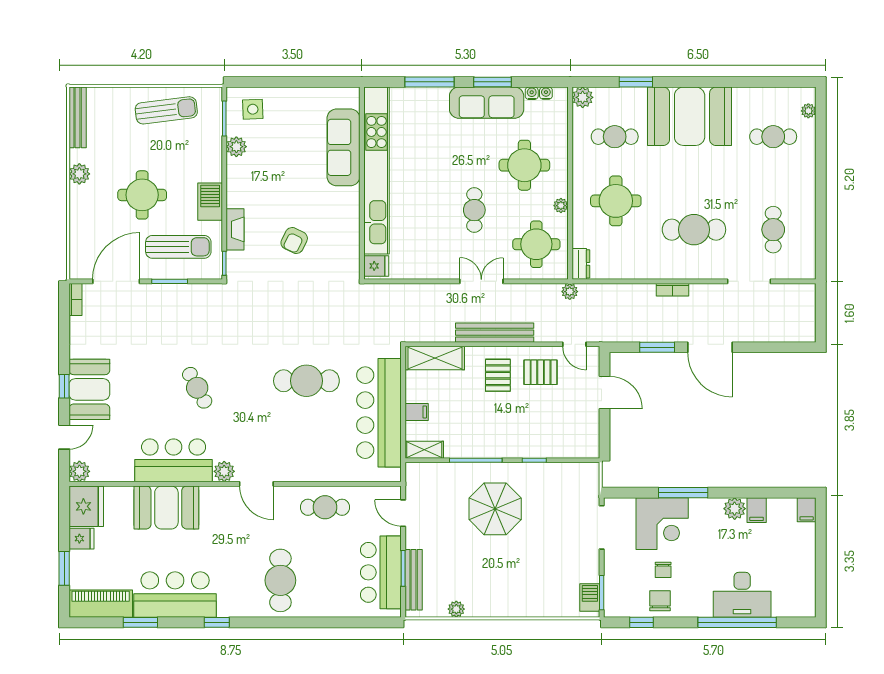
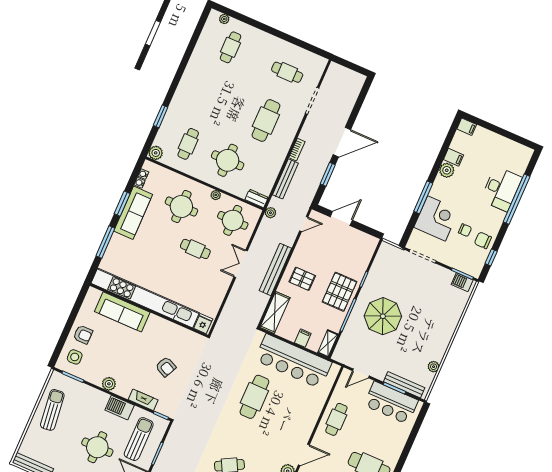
armchair: (288, 107) -> (83, 335), added
booth: (690, 116) -> (196, 93), removed
plant: (236, 147) -> (109, 384), moved
bench: (625, 292) -> (285, 179), added
pallet: (541, 372) -> (340, 292), moved, width x1.50, depth x1.42

